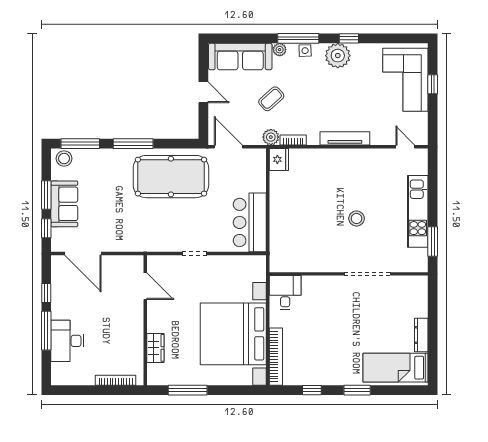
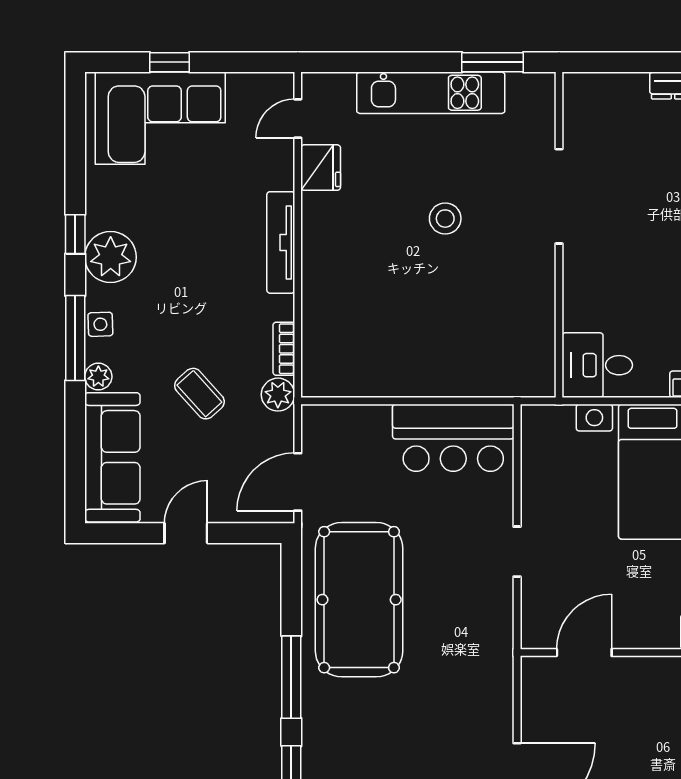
fridge: (279, 159) -> (321, 168), moved, turned 90

